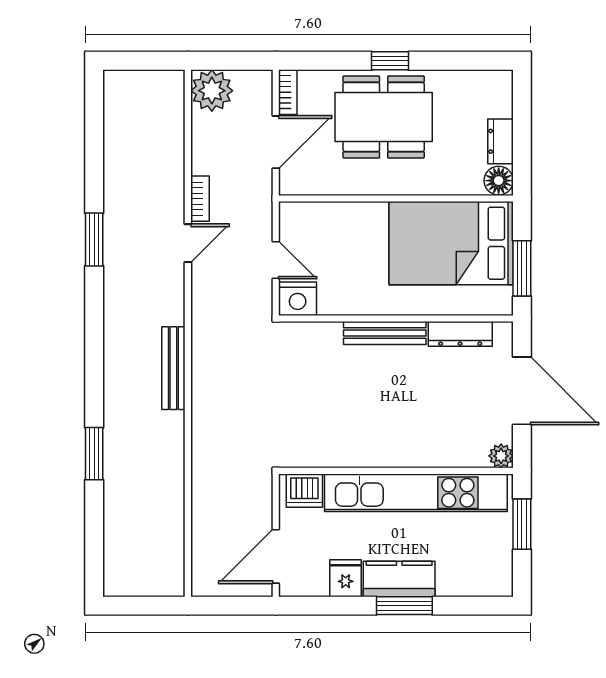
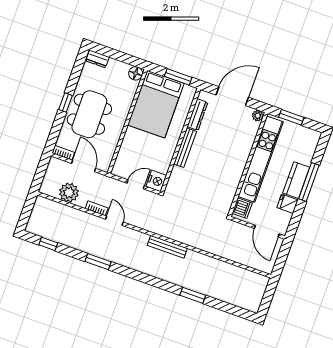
plant: (212, 91) -> (69, 193), moved
window: (94, 127) -> (48, 244), added
dresser: (500, 141) -> (97, 59), moved
window: (404, 606) -> (309, 182), width x1.44

